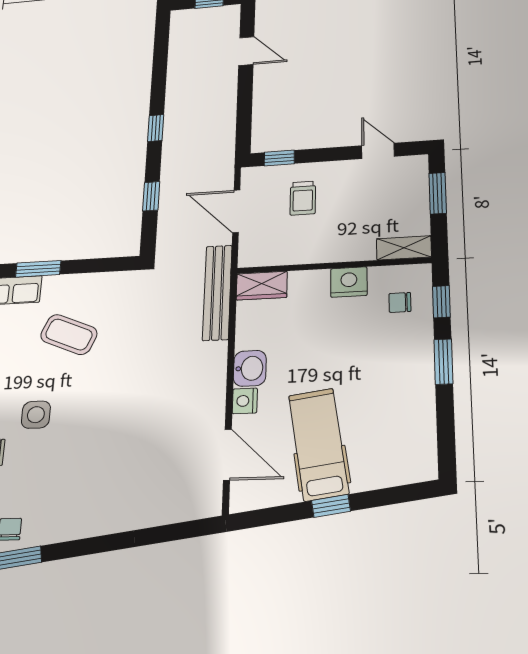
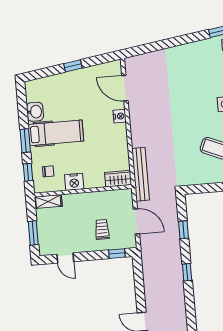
washbasin: (250, 368) -> (35, 112), moved, turned 180
hospital bed: (318, 444) -> (56, 133), moved, turned -82

